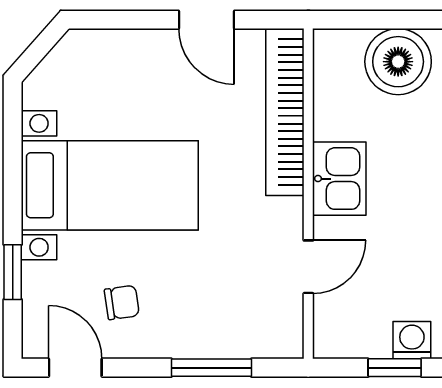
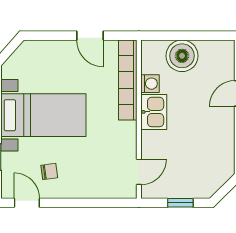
door: (308, 267) -> (139, 172), moved
washing machine: (412, 340) -> (150, 84), moved, turned 90
window: (211, 368) -> (92, 203), removed

